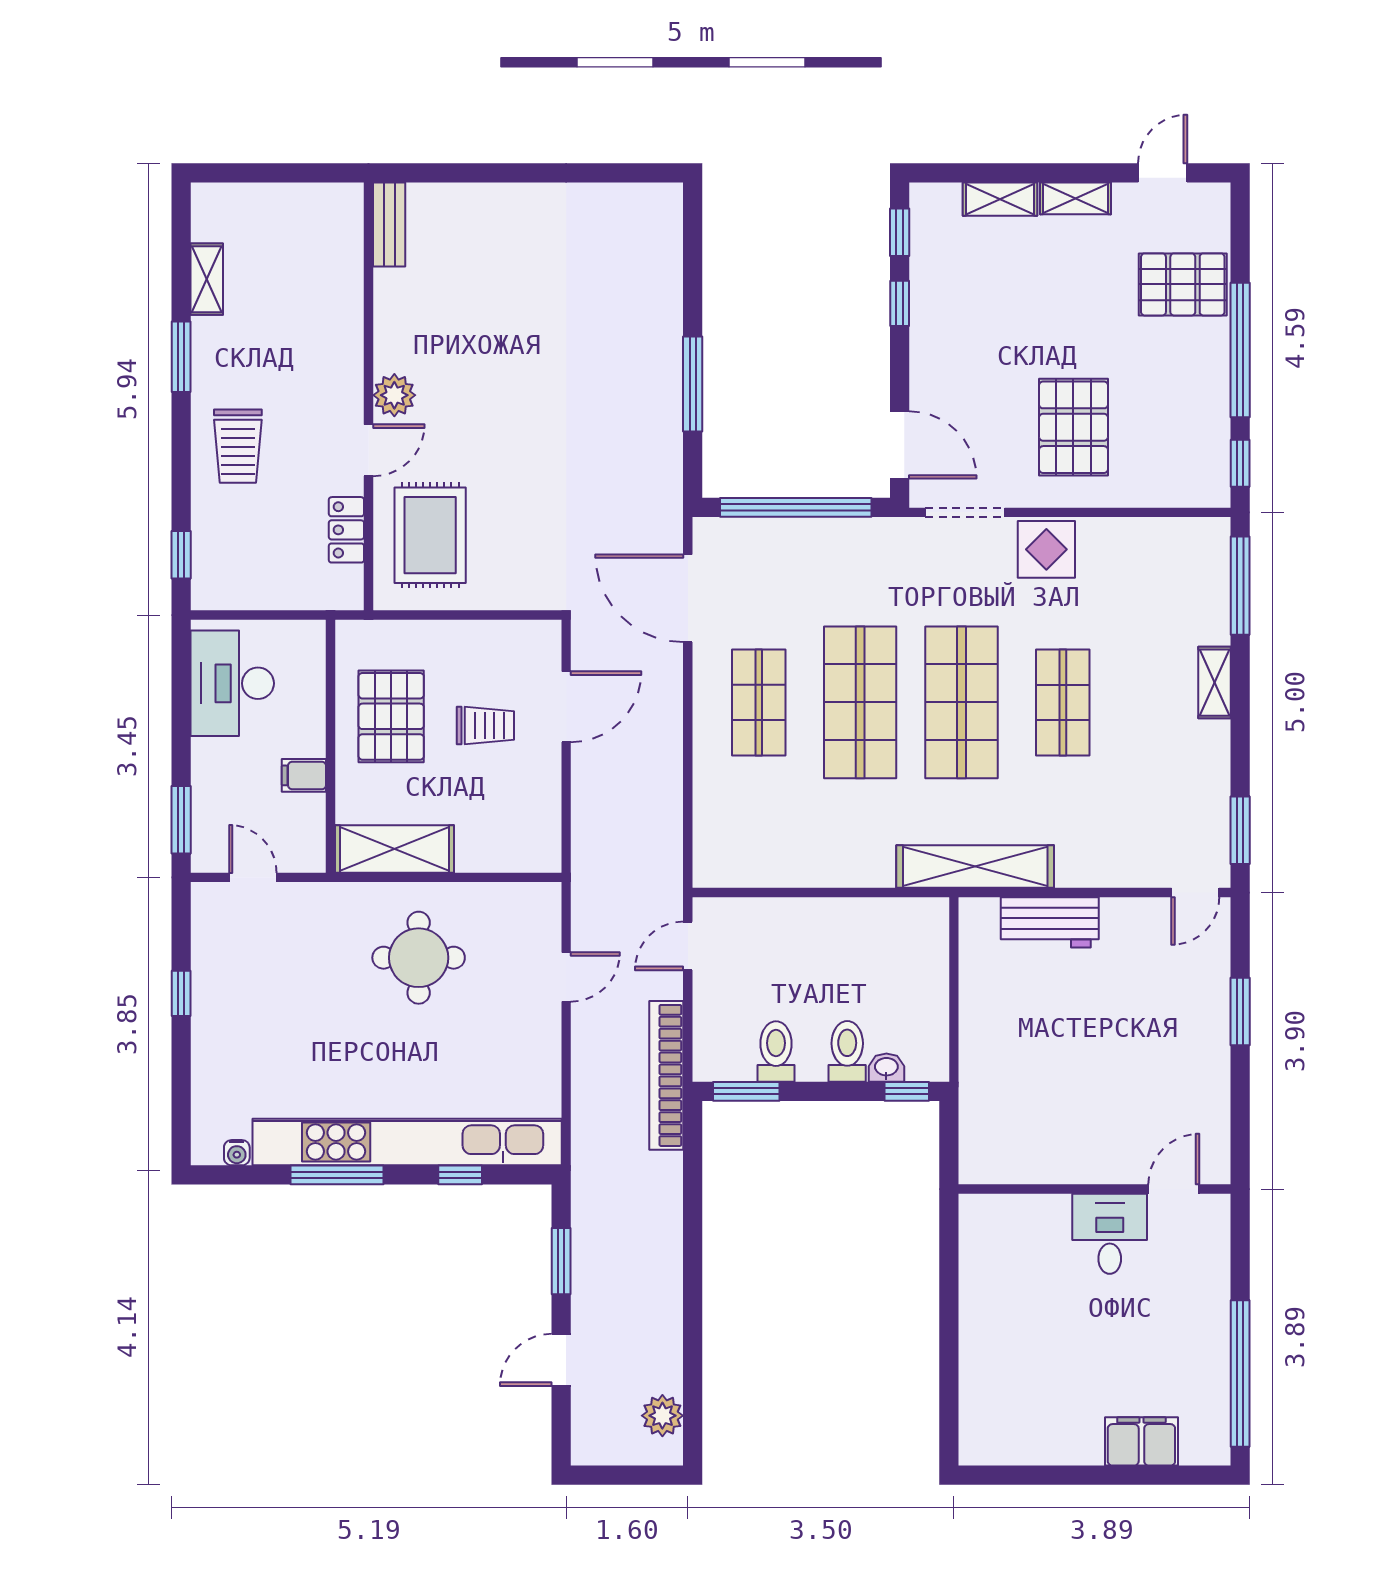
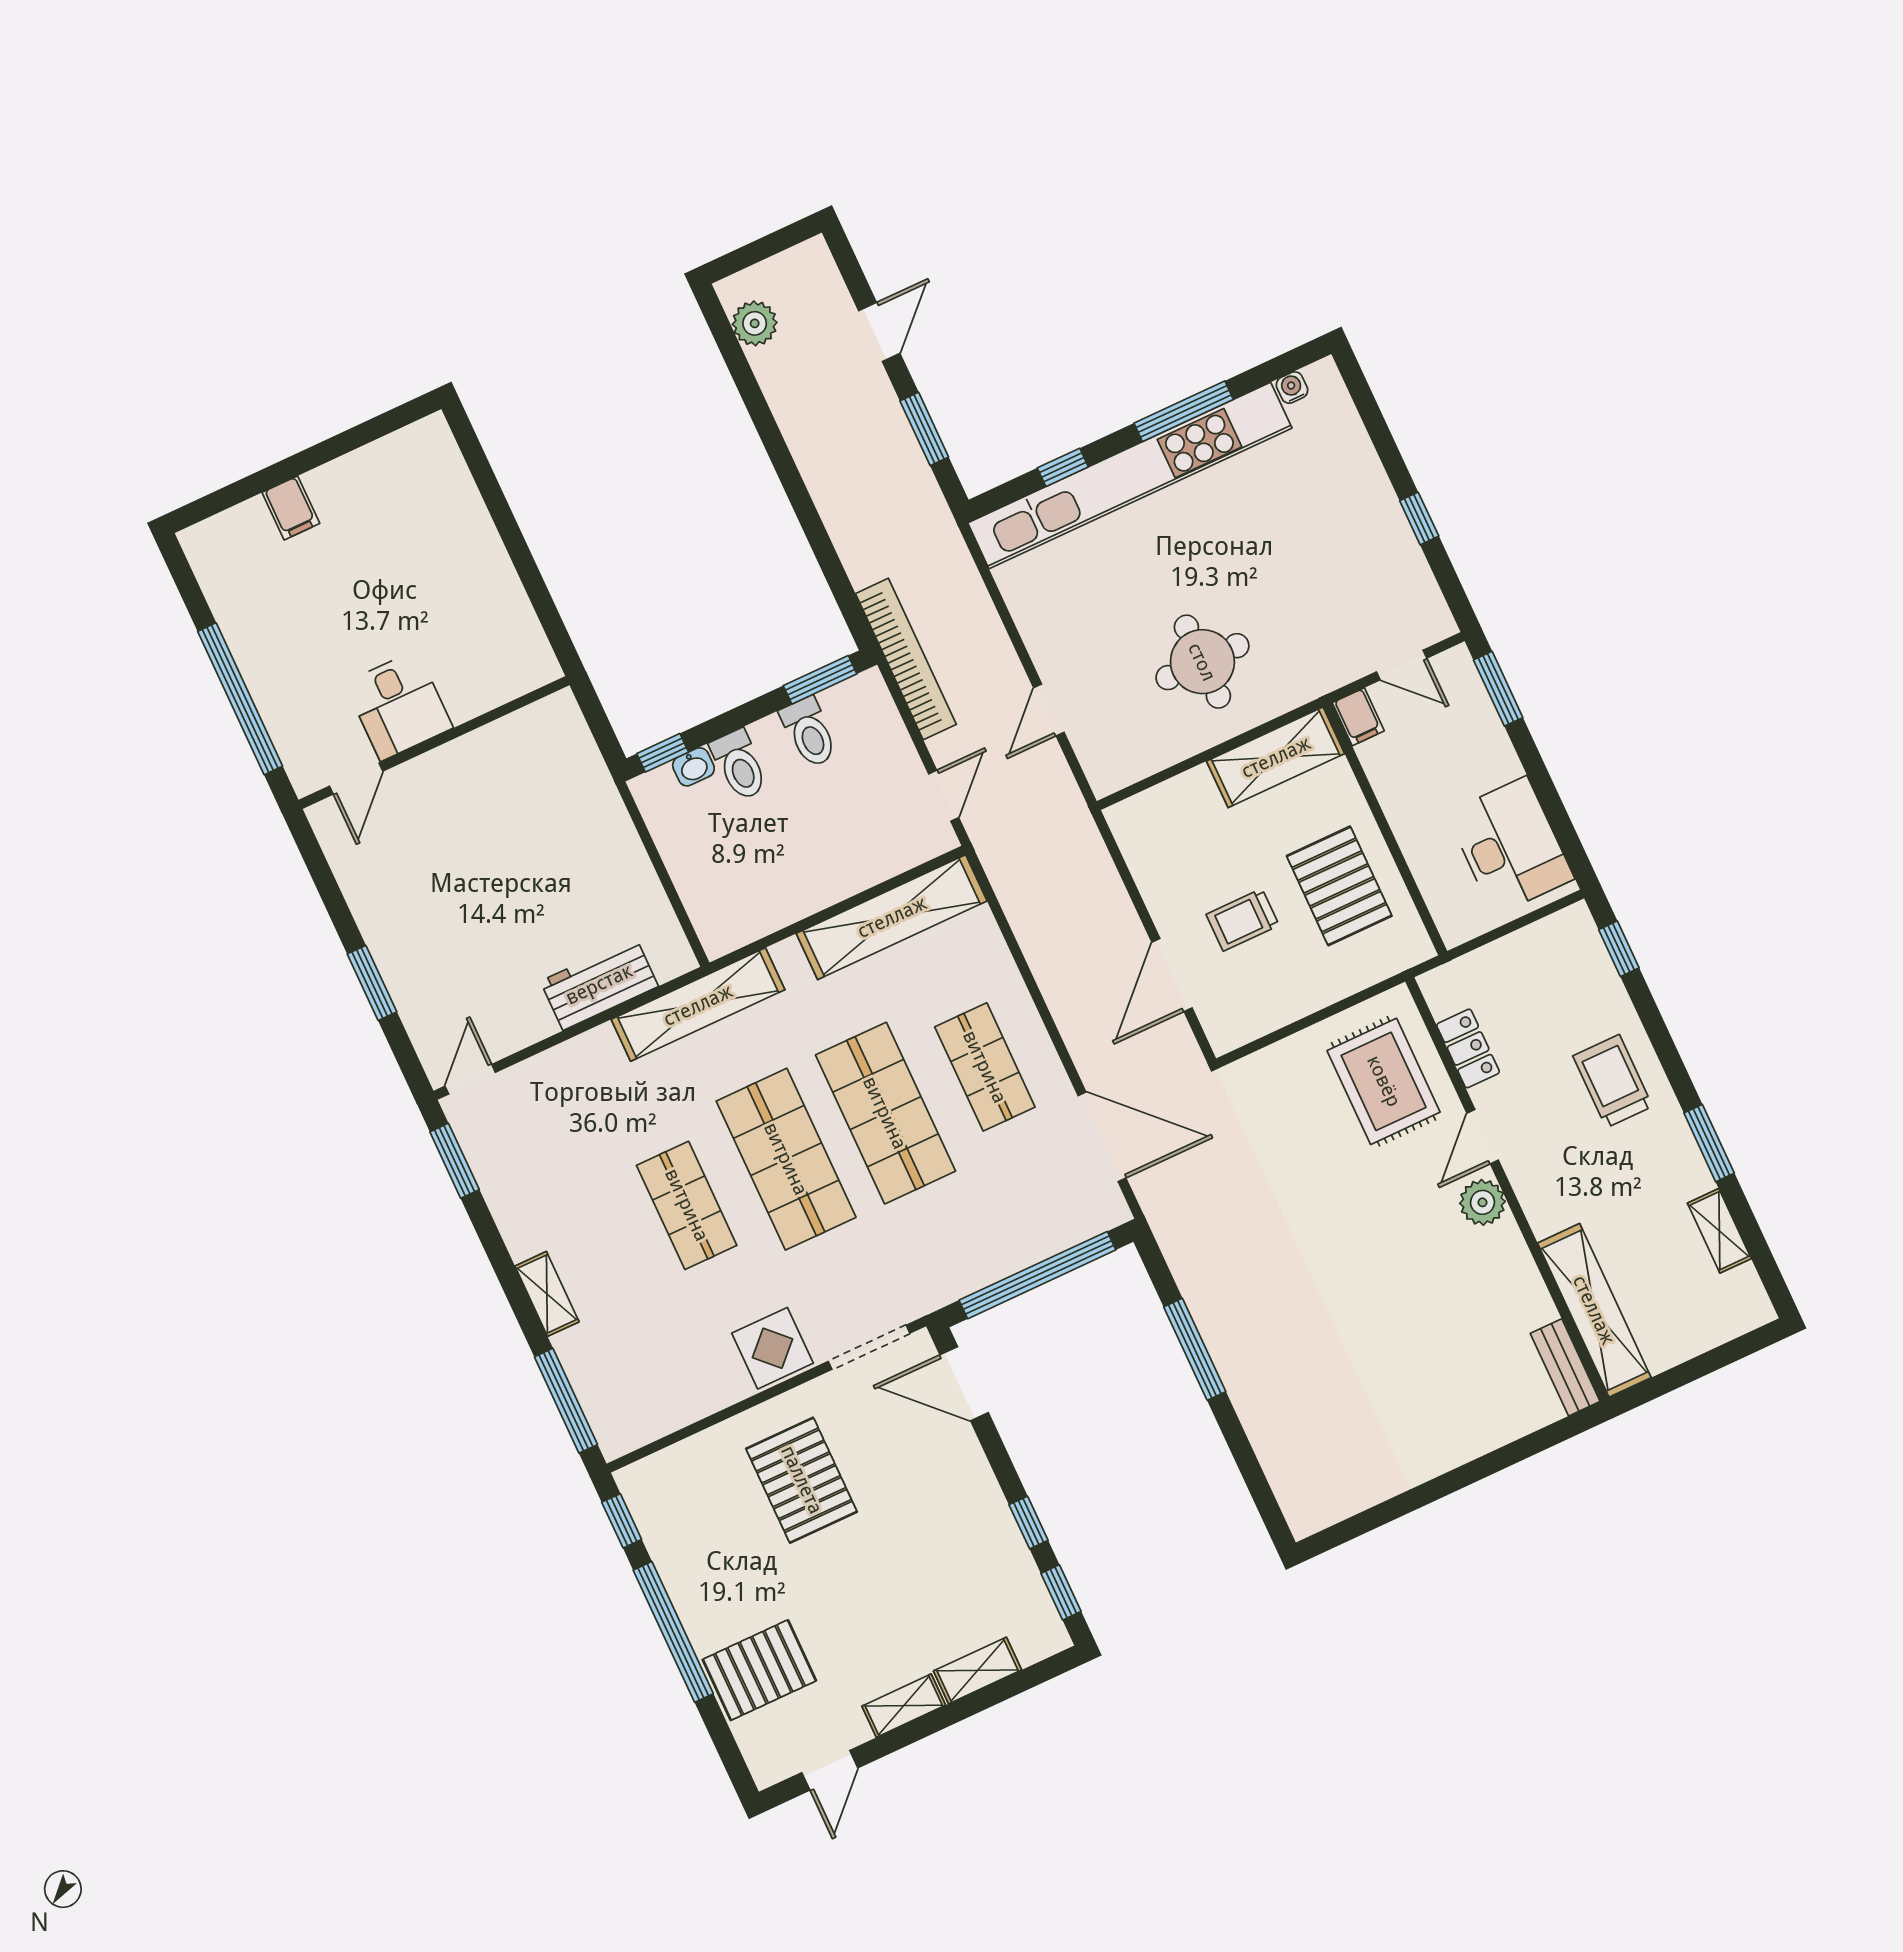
shelving: (343, 261) -> (1594, 1310), added
filing cabinet: (304, 775) -> (1358, 717), moved, turned 90
shelving: (779, 864) -> (892, 917), added
window: (1240, 1373) -> (240, 699), moved
filing cabinet: (1141, 1441) -> (291, 508), width x0.50

